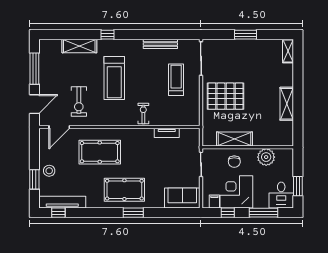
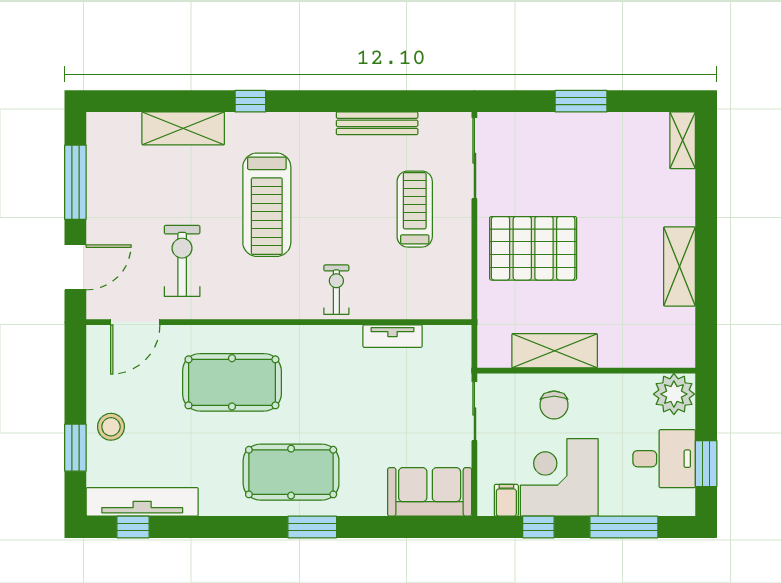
exercise bike: (79, 101) -> (182, 261), turned 180
plant: (266, 157) -> (674, 394), moved
desk: (281, 195) -> (664, 459), moved, turned -90

